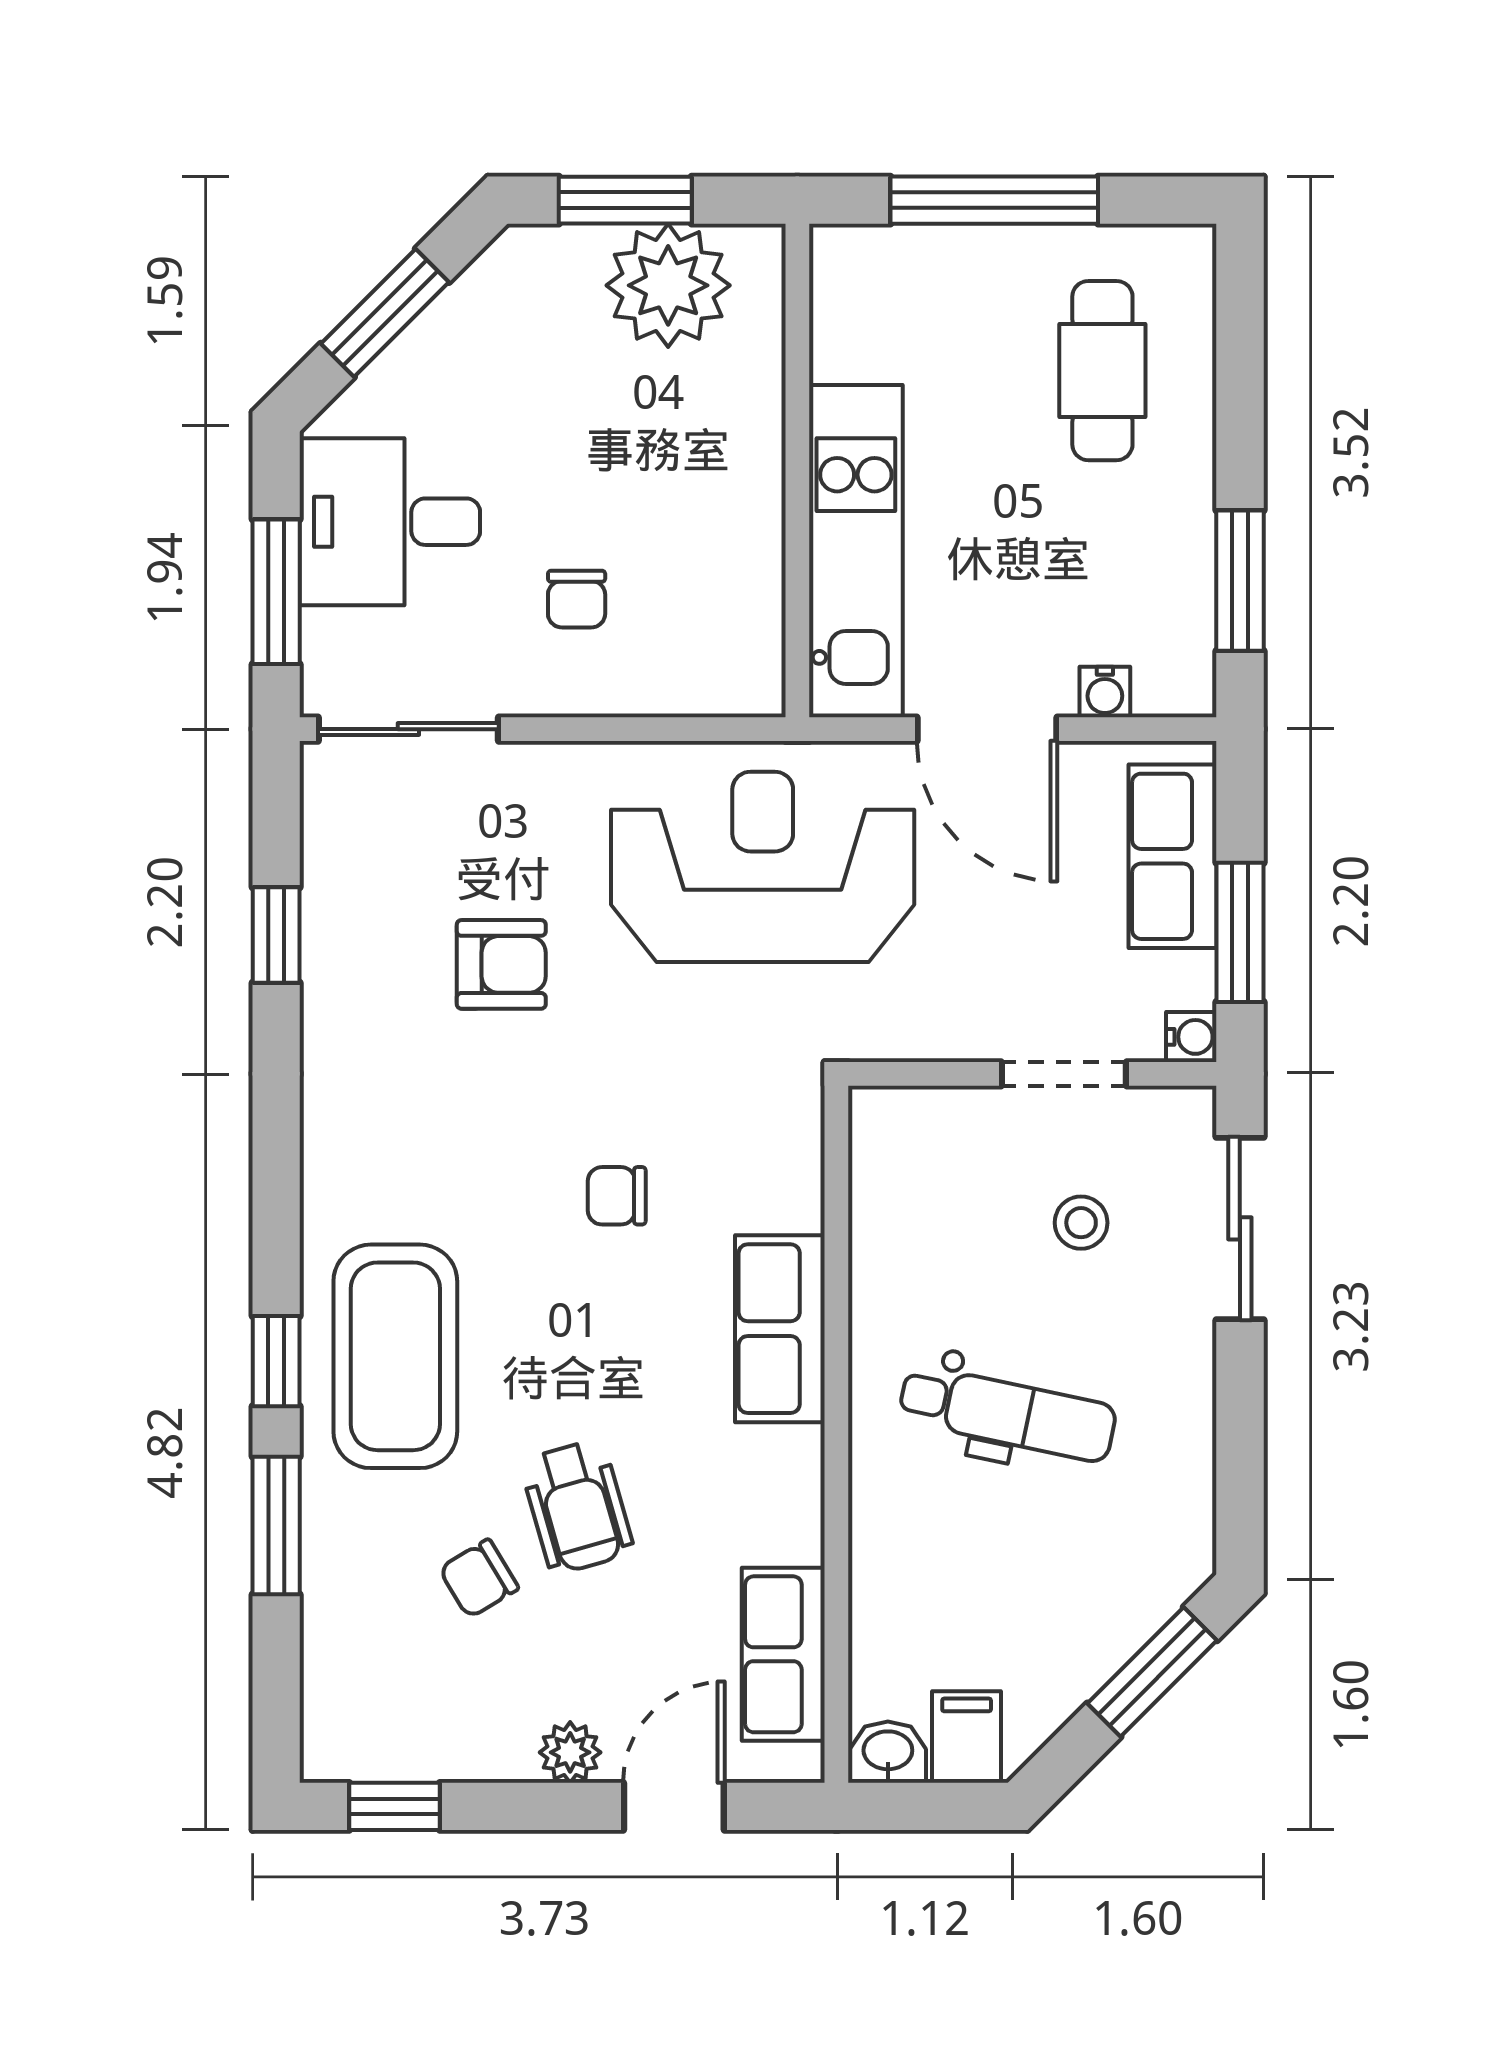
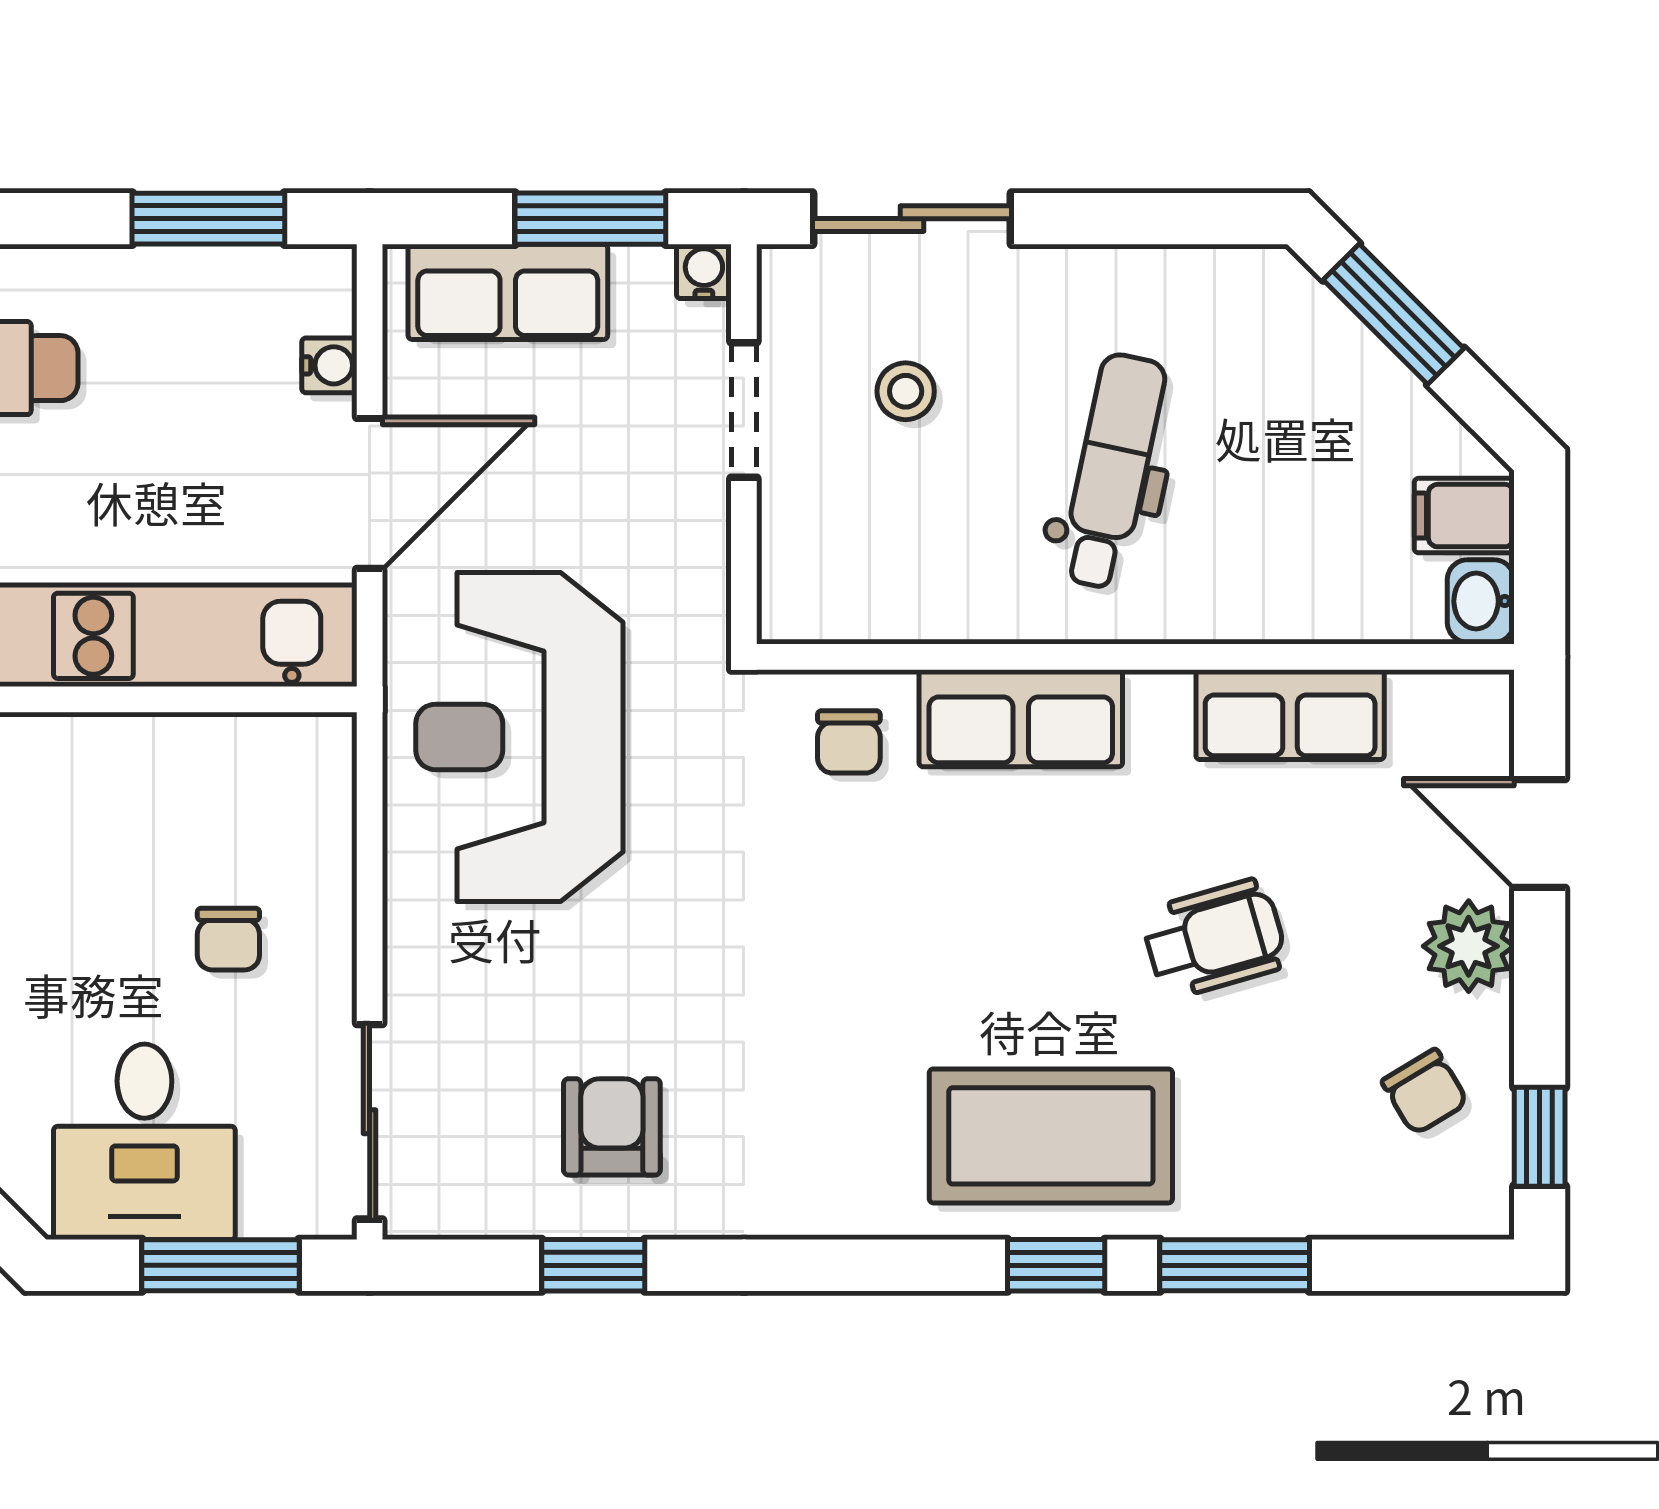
chair: (577, 599) -> (228, 939), turned 90
armchair: (501, 964) -> (612, 1127), moved
chair: (617, 1196) -> (849, 742), moved
chair: (479, 1579) -> (1425, 1092), moved
row of seats: (783, 1654) -> (1290, 715), moved
plant: (570, 1752) -> (1469, 946), width x1.38, depth x1.38

